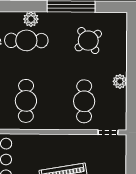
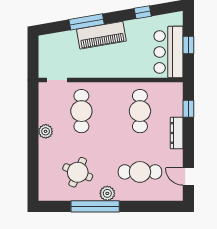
plant: (31, 19) -> (107, 193), moved
round table: (88, 41) -> (78, 172), turned -31

